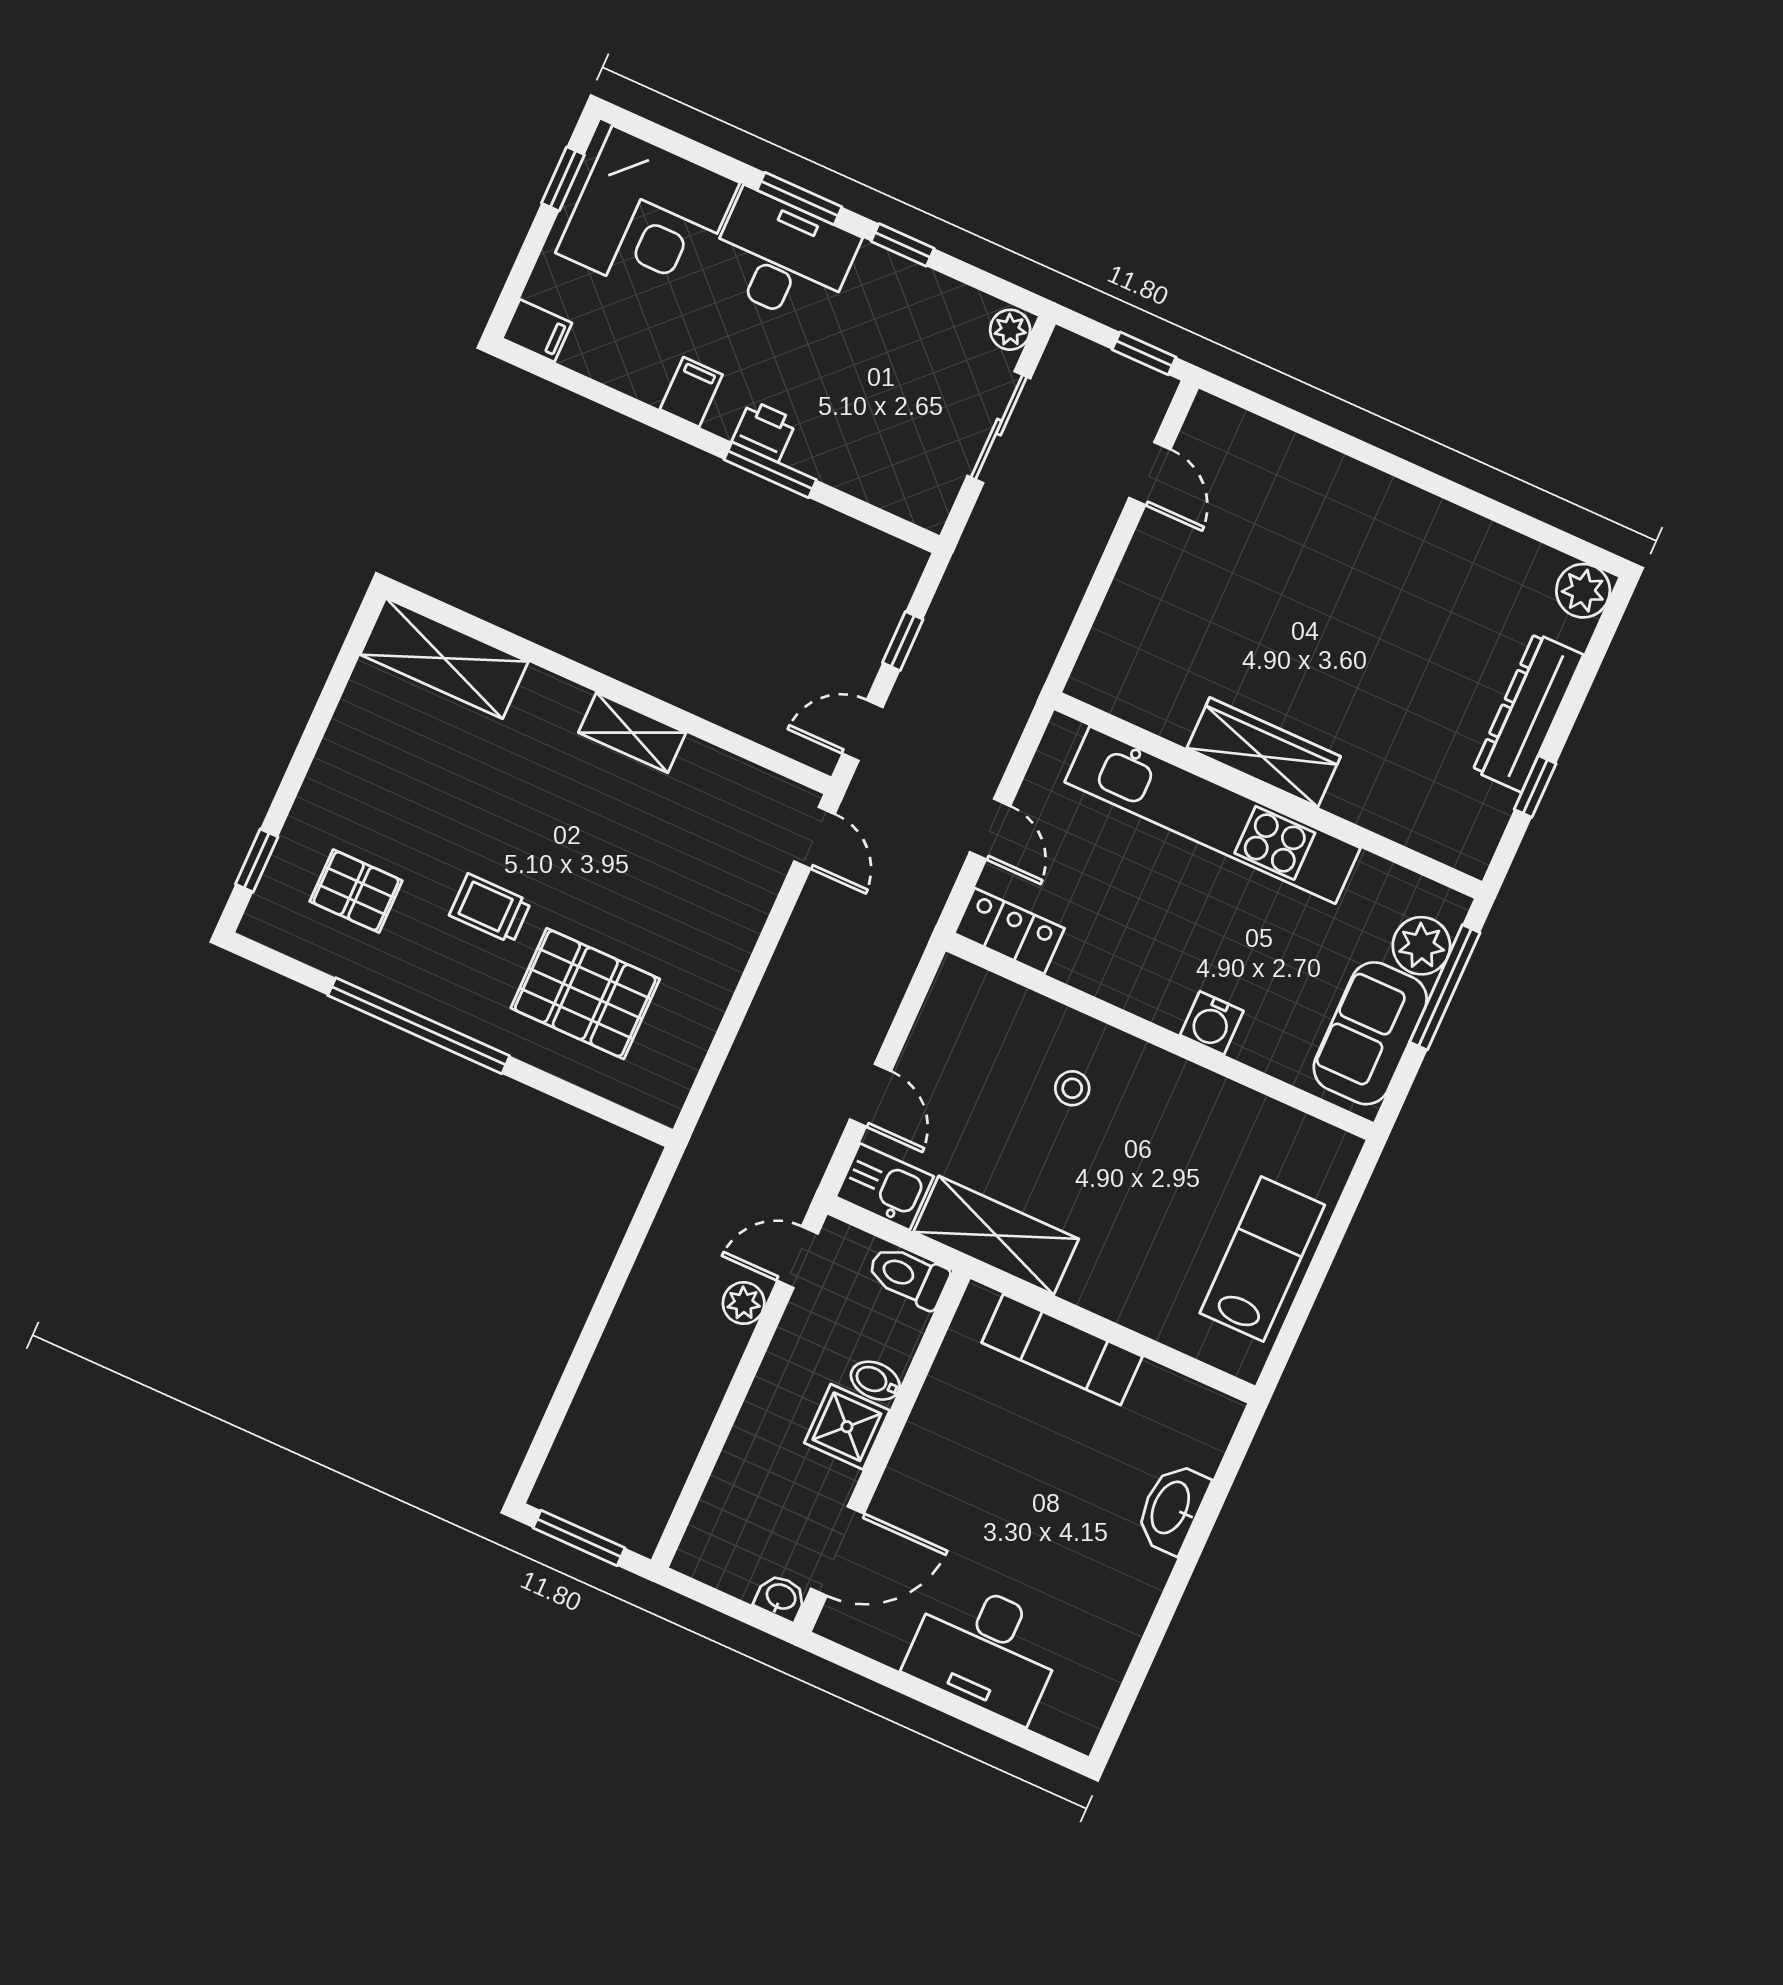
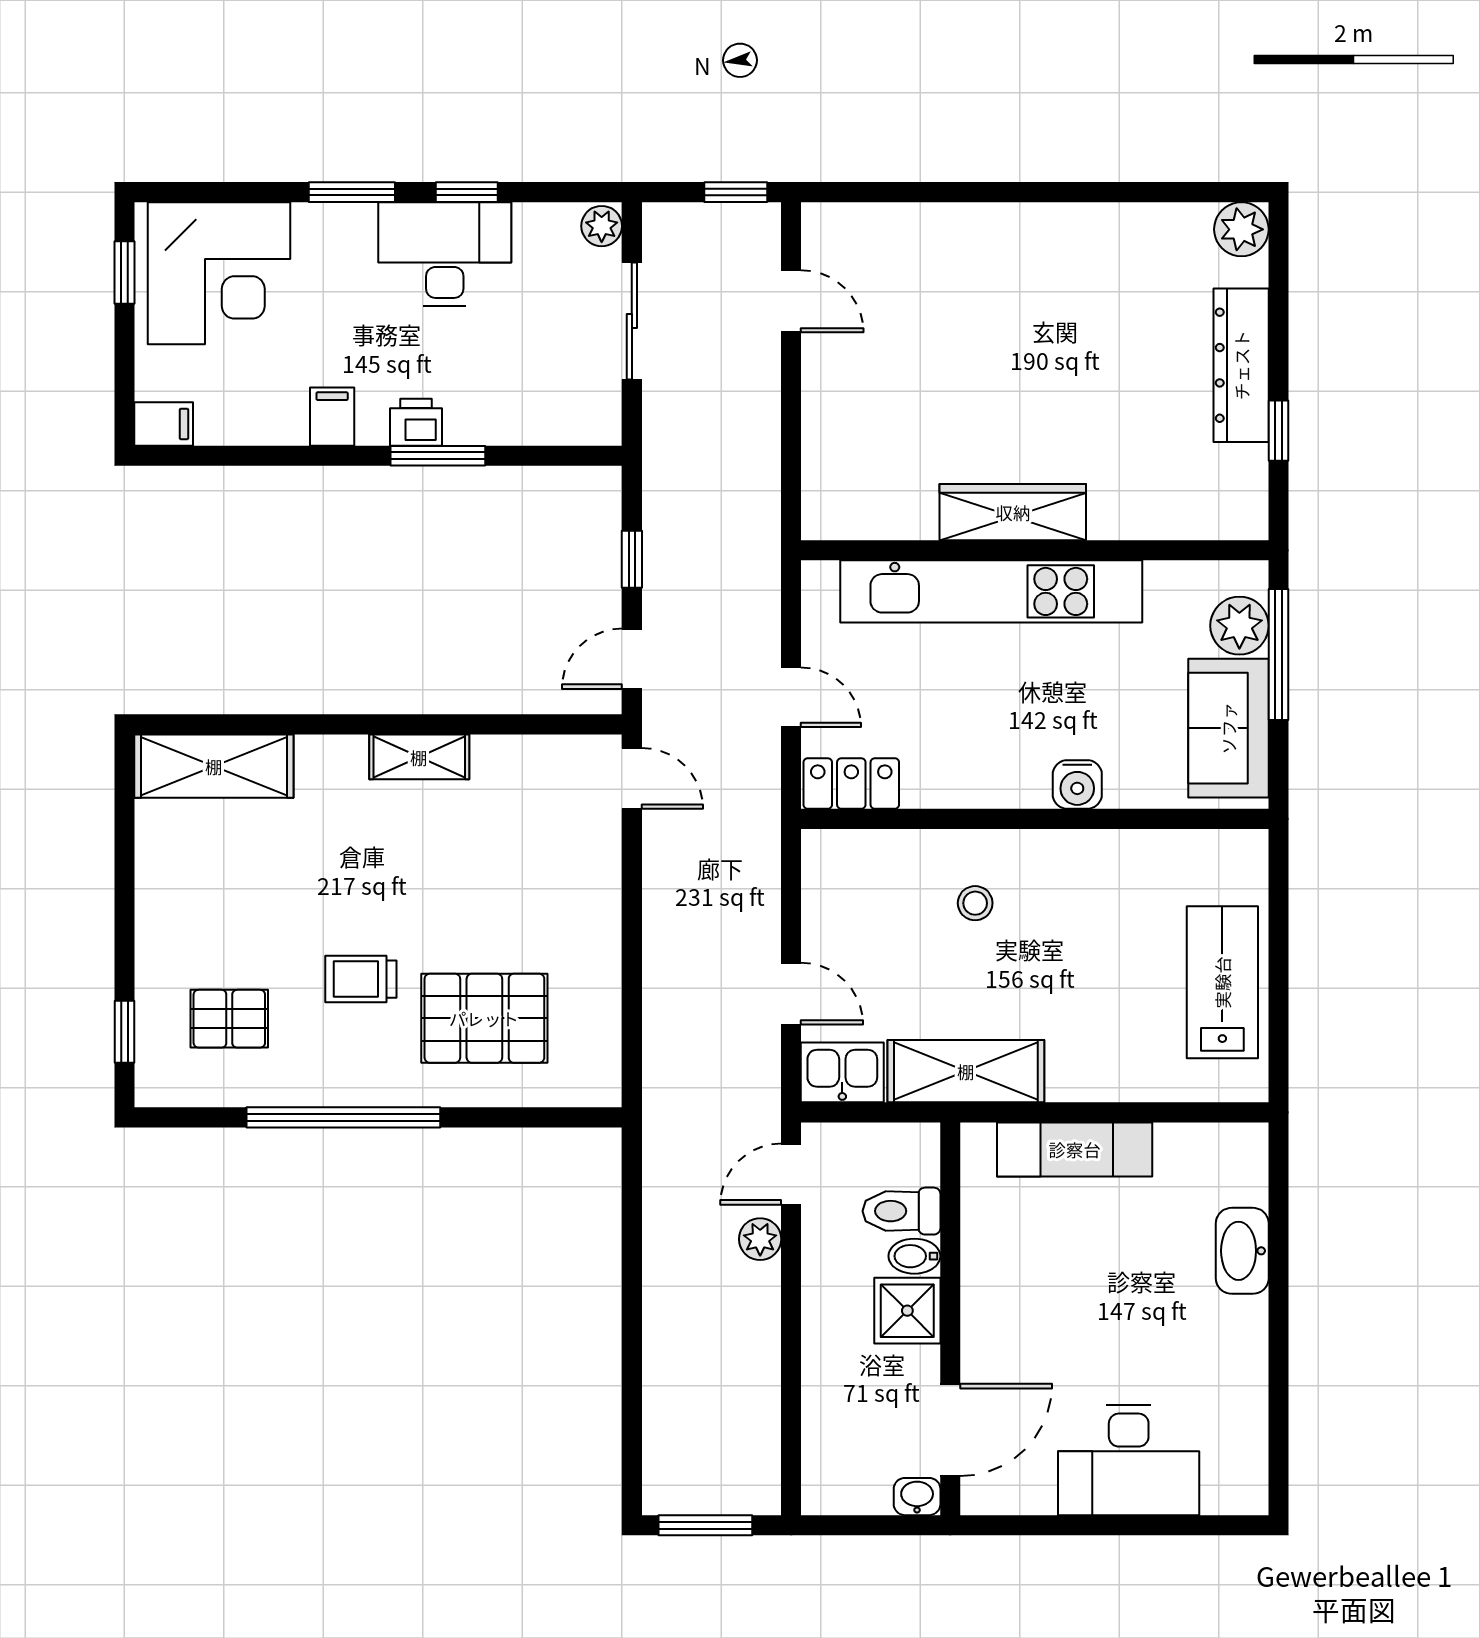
desk: (782, 258) -> (445, 254), moved
toilet: (908, 1276) -> (901, 1211), moved

